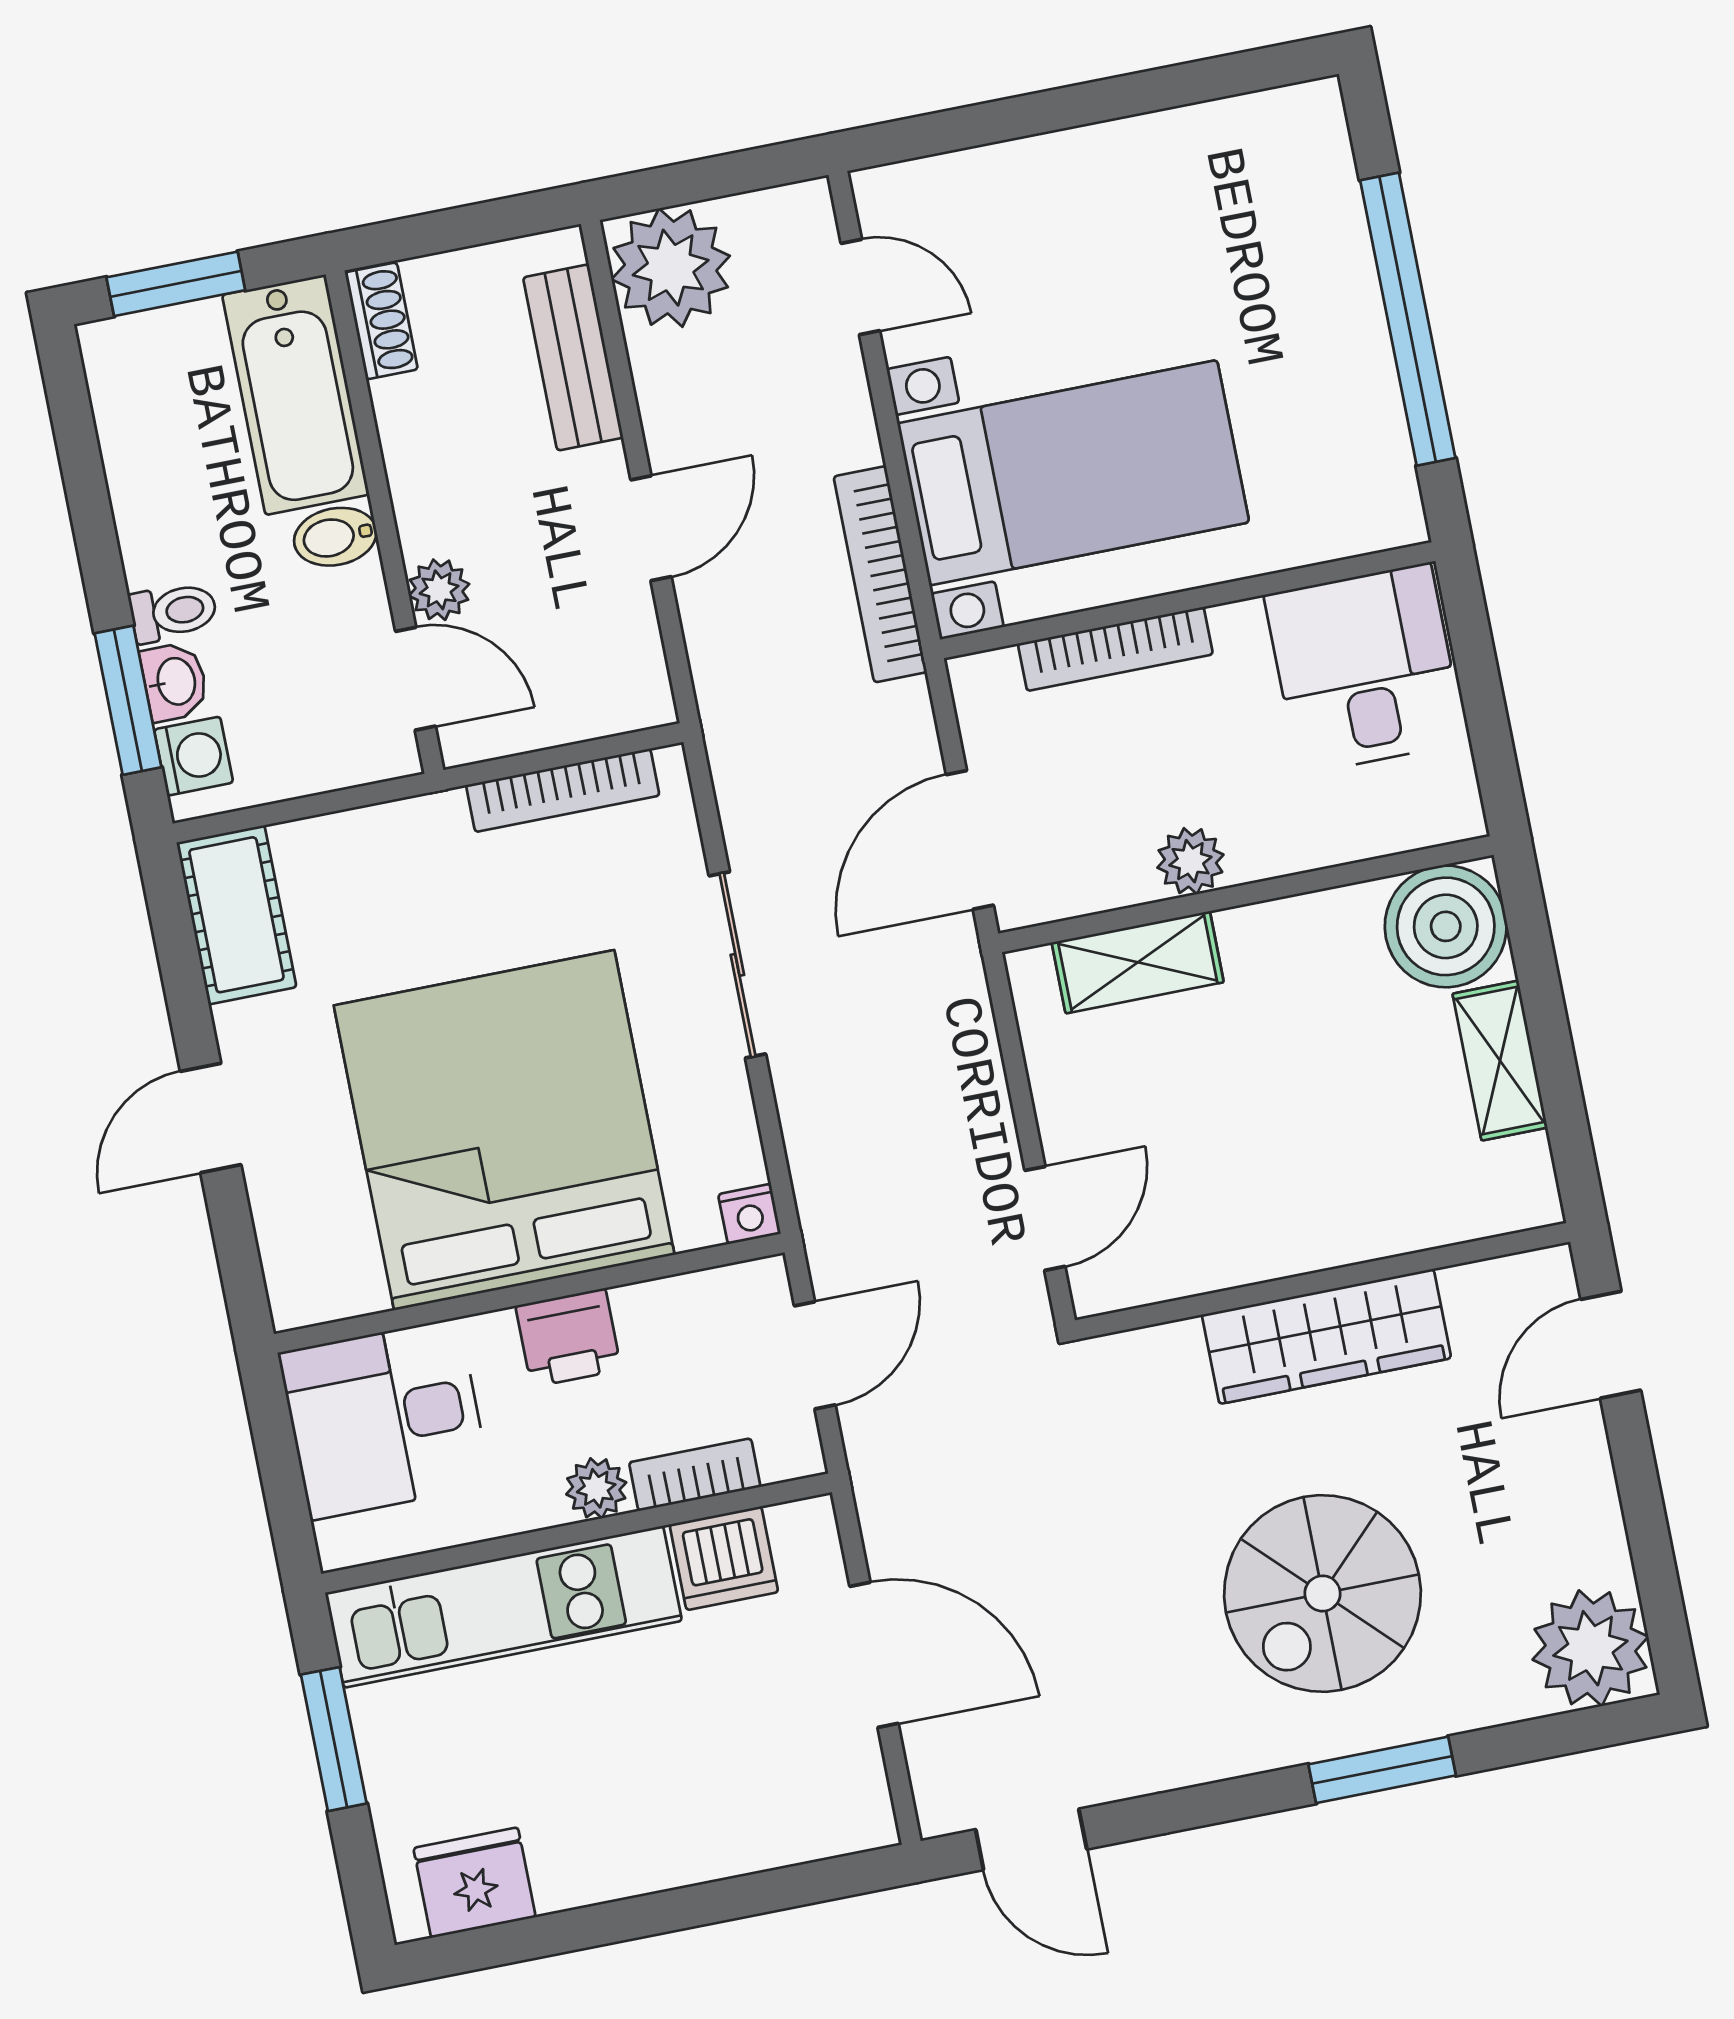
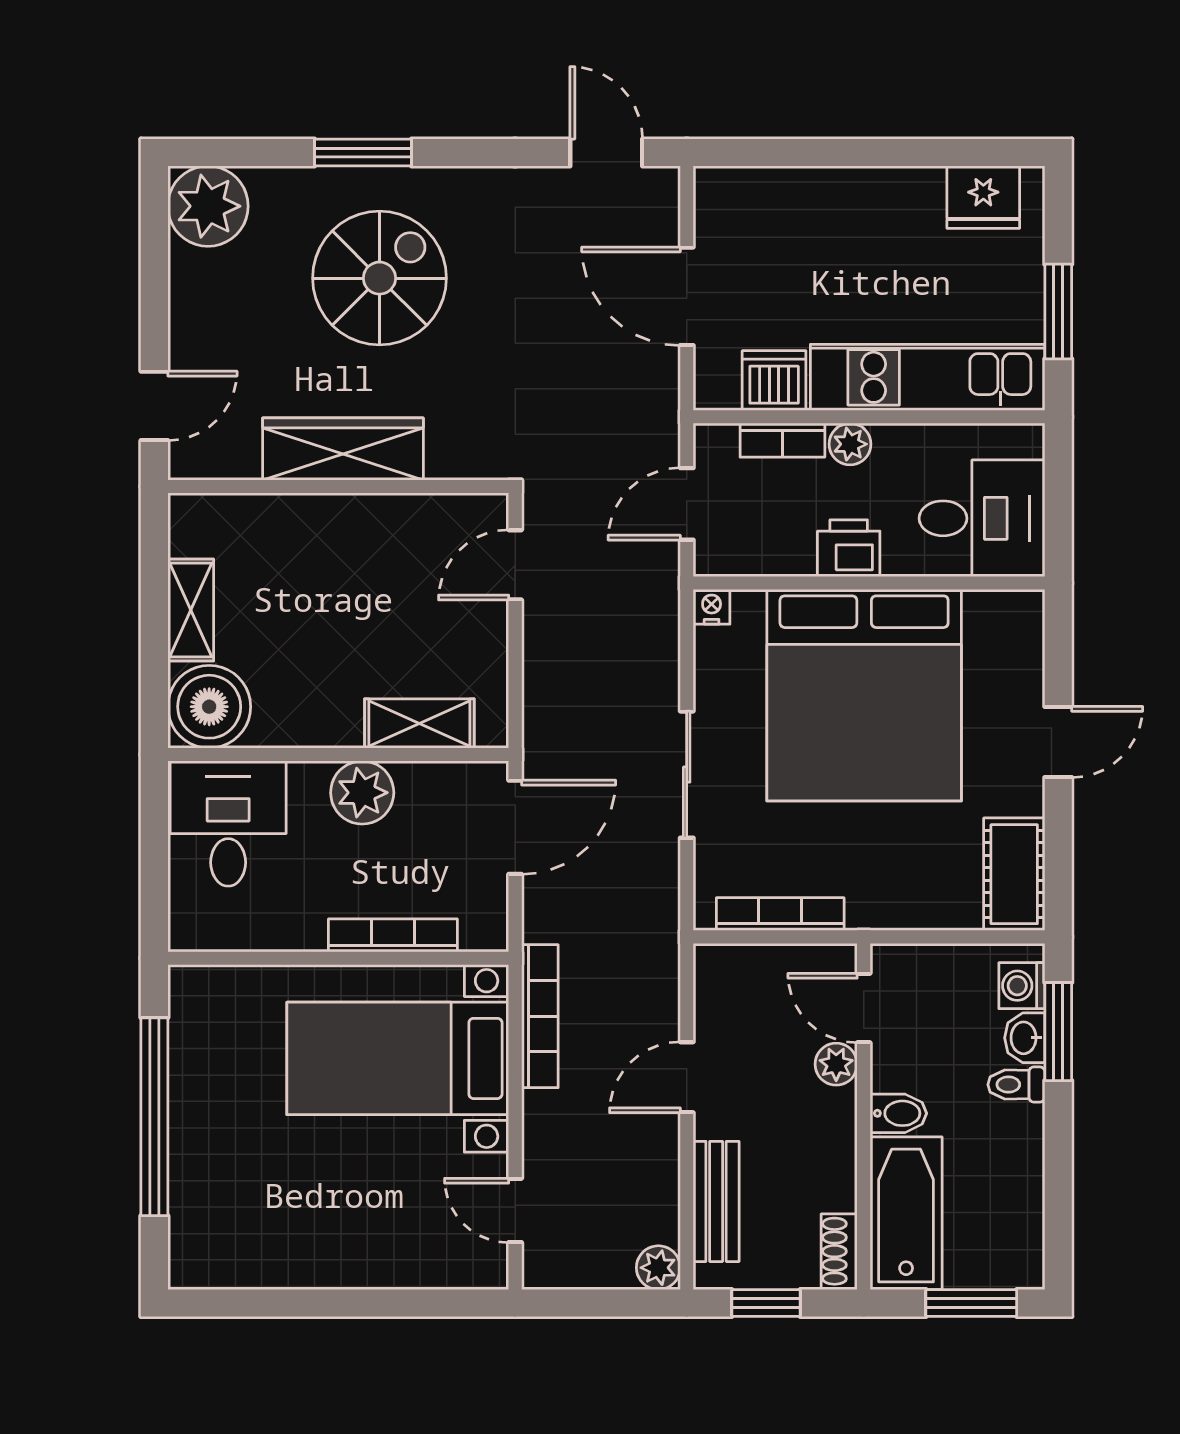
window: (472, 225) -> (766, 1303), added
plant: (671, 268) -> (658, 1268), width x0.53, depth x0.53
desk: (1365, 669) -> (228, 824), moved, turned 180
plant: (1190, 861) -> (362, 793), width x1.38, depth x1.38

